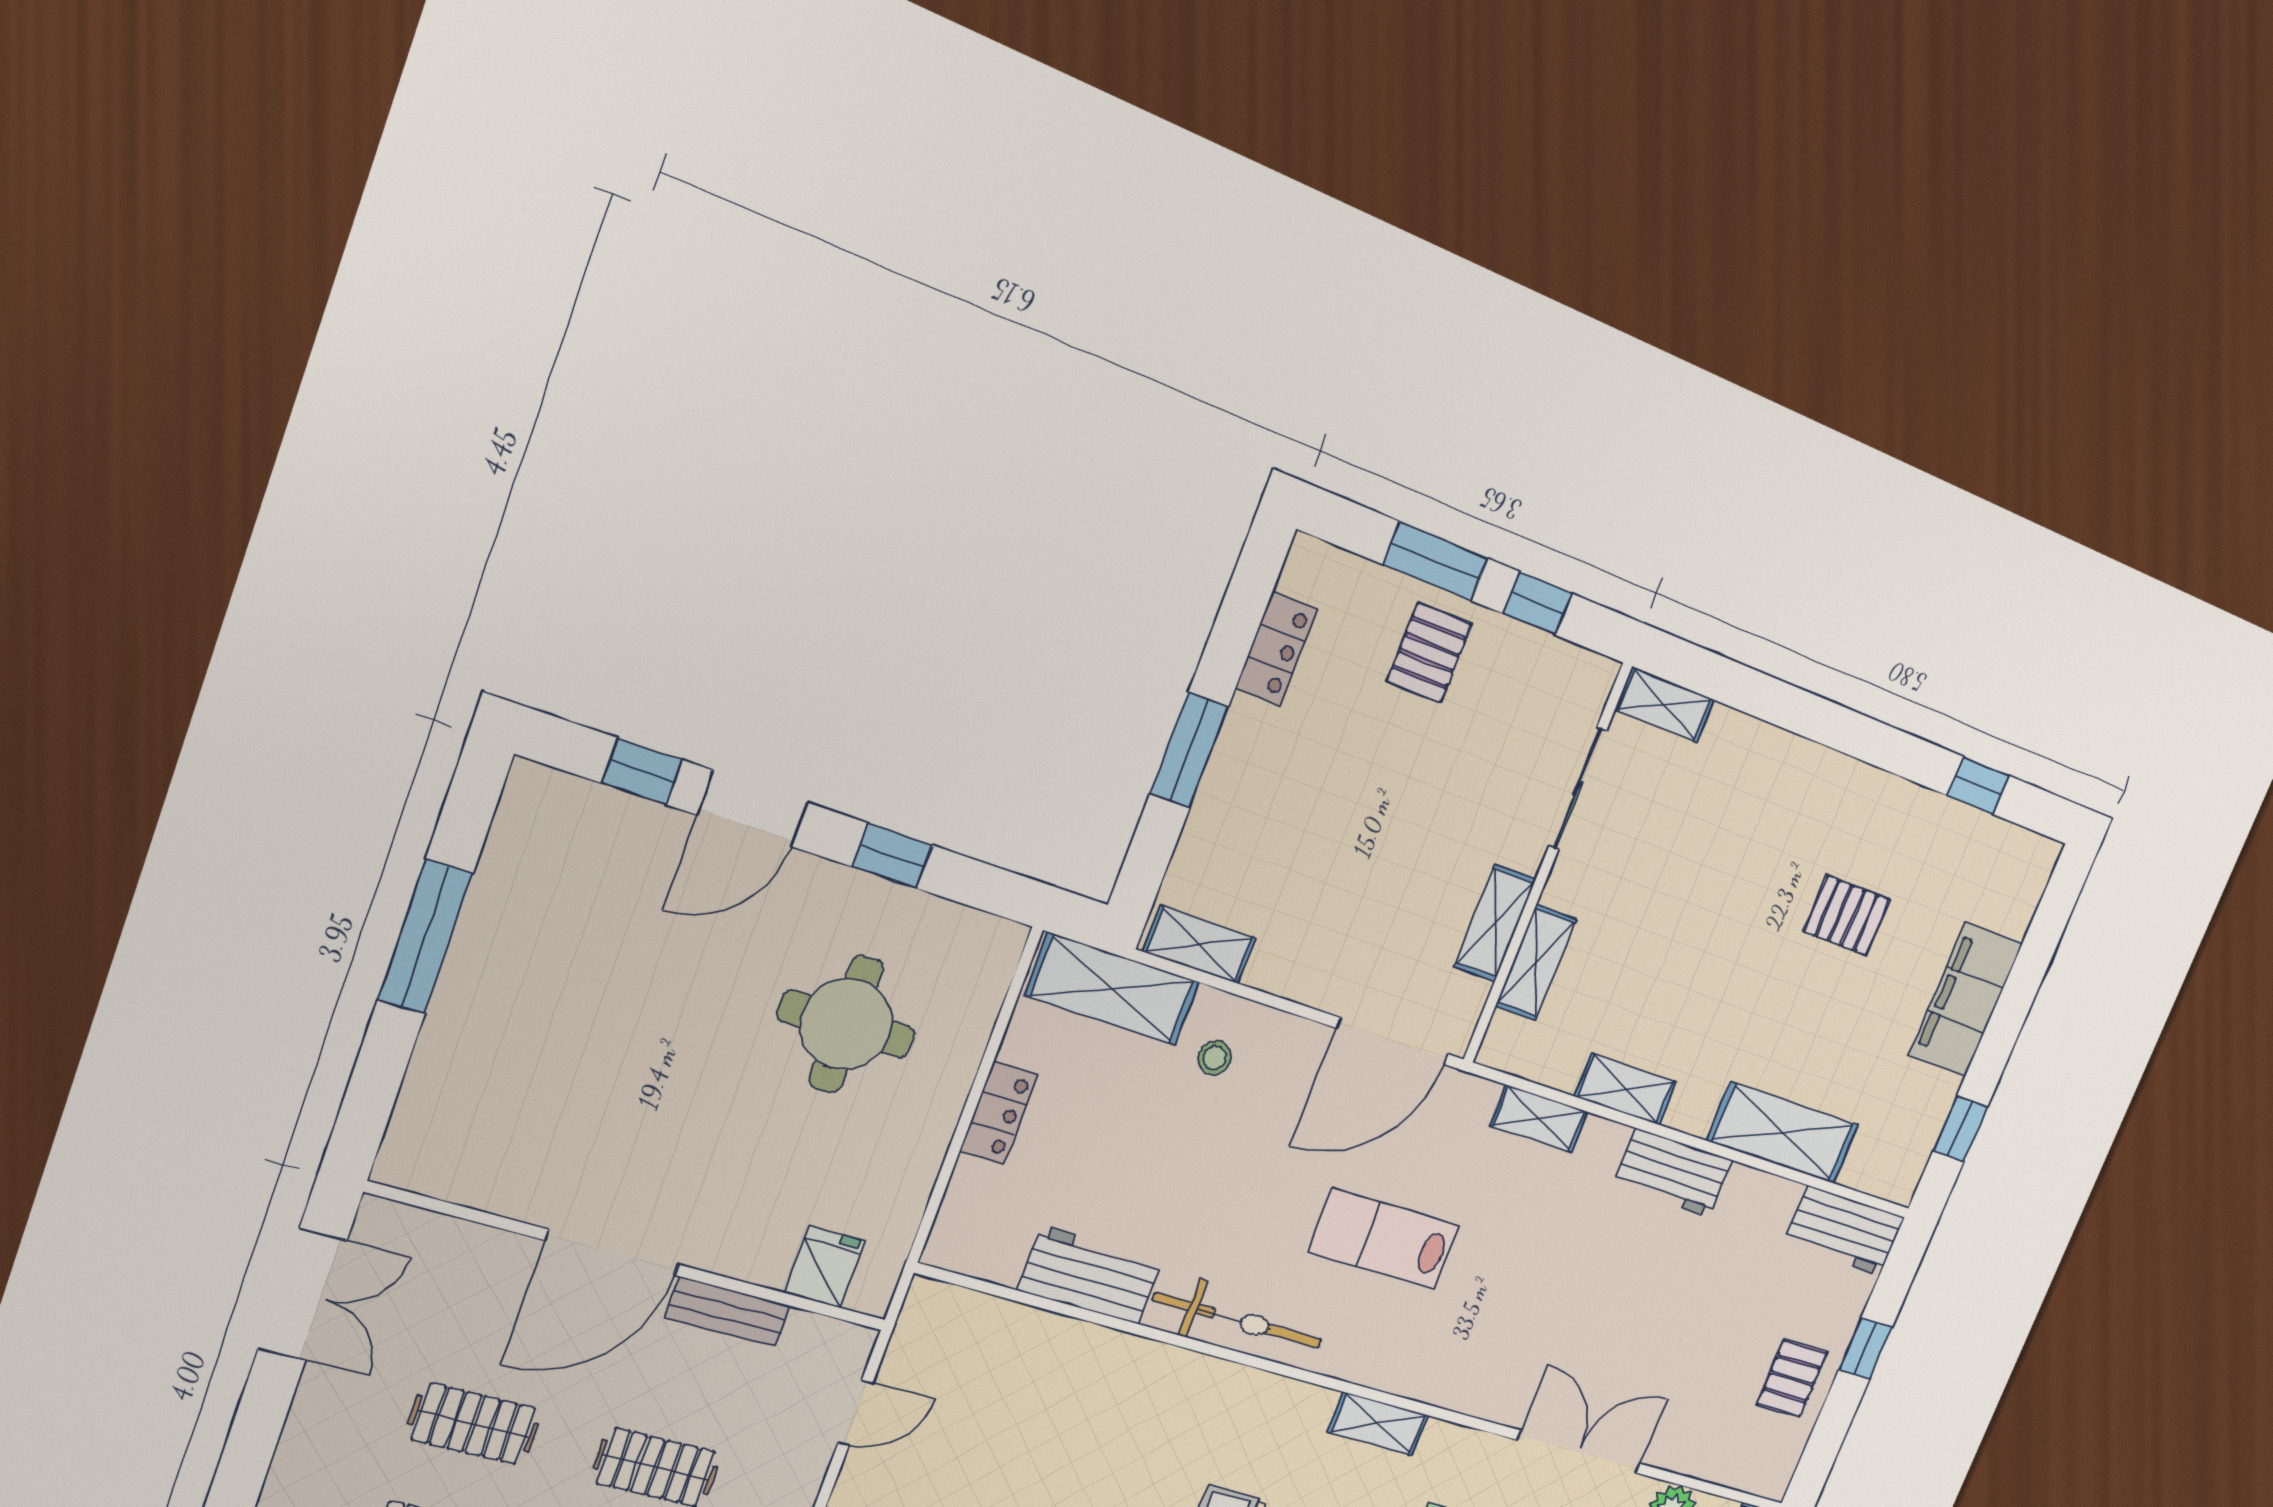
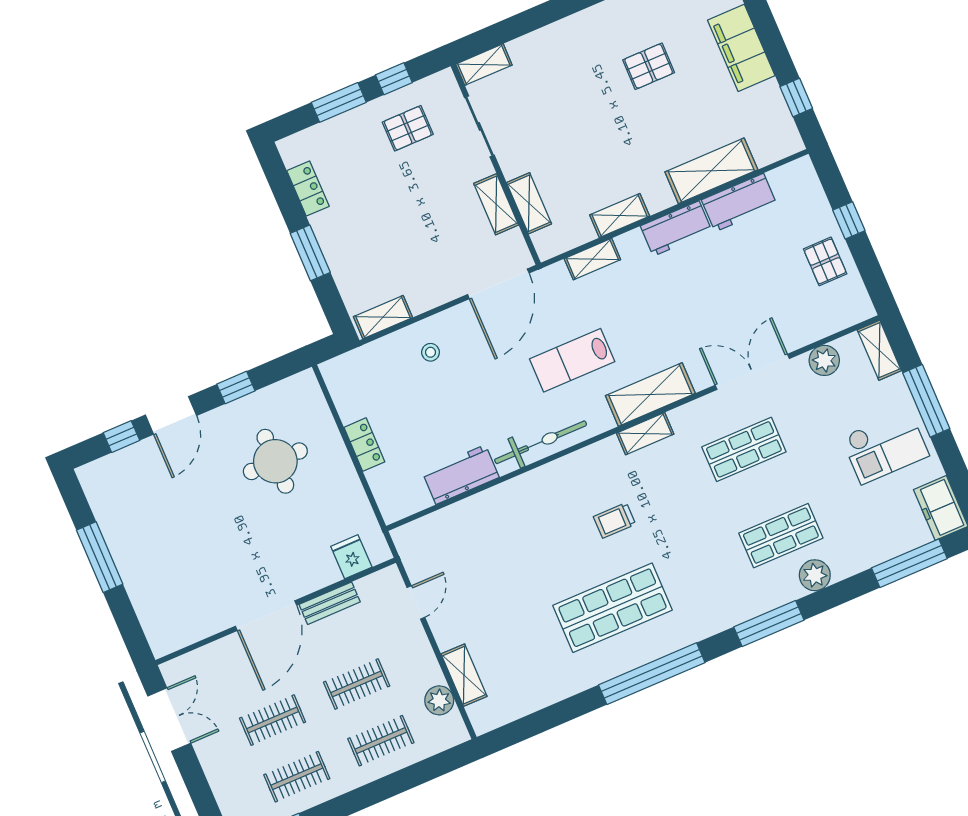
pallet: (1429, 653) -> (408, 128), moved, turned 90
shelving: (1112, 989) -> (650, 395), moved
workbench: (1844, 1231) -> (739, 203), moved

